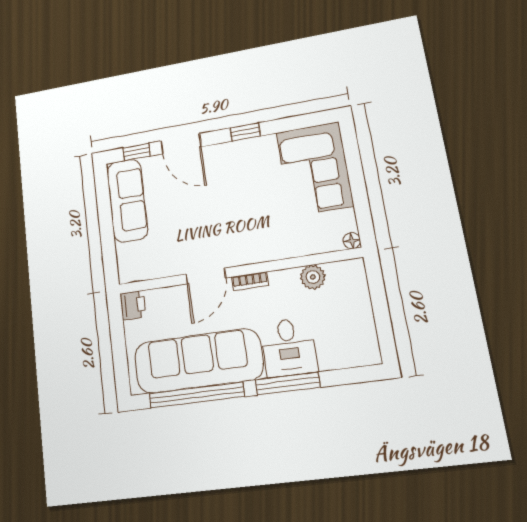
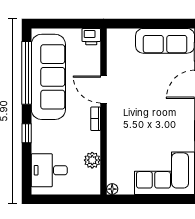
desk: (289, 347) -> (49, 170), moved
window: (288, 384) -> (27, 133), width x0.46

